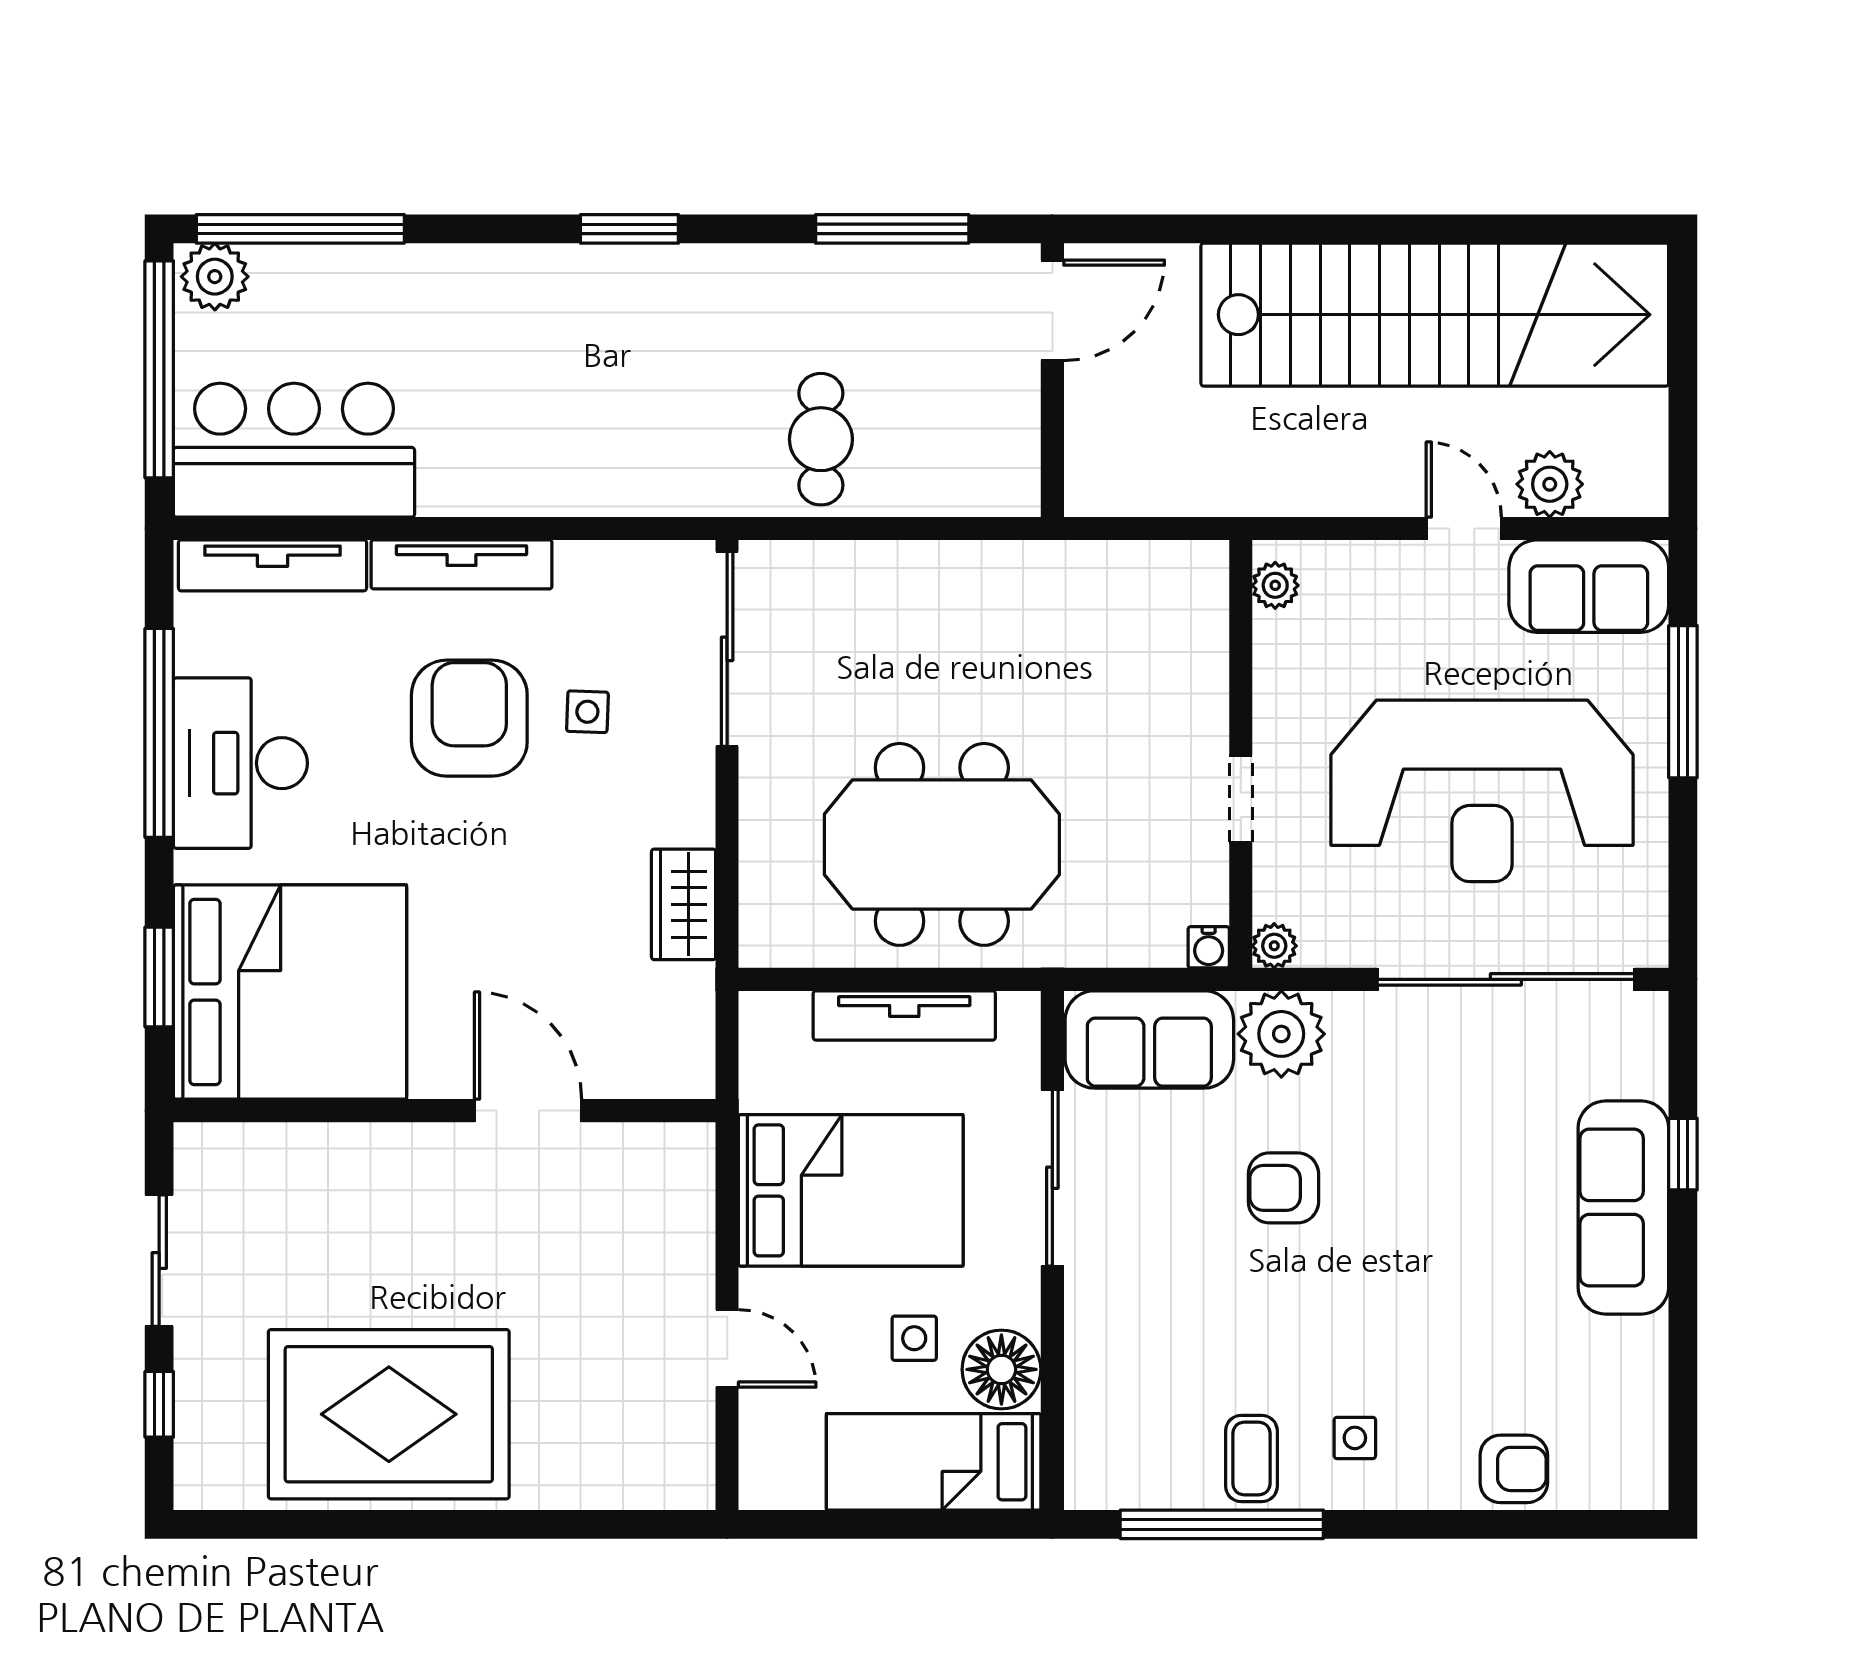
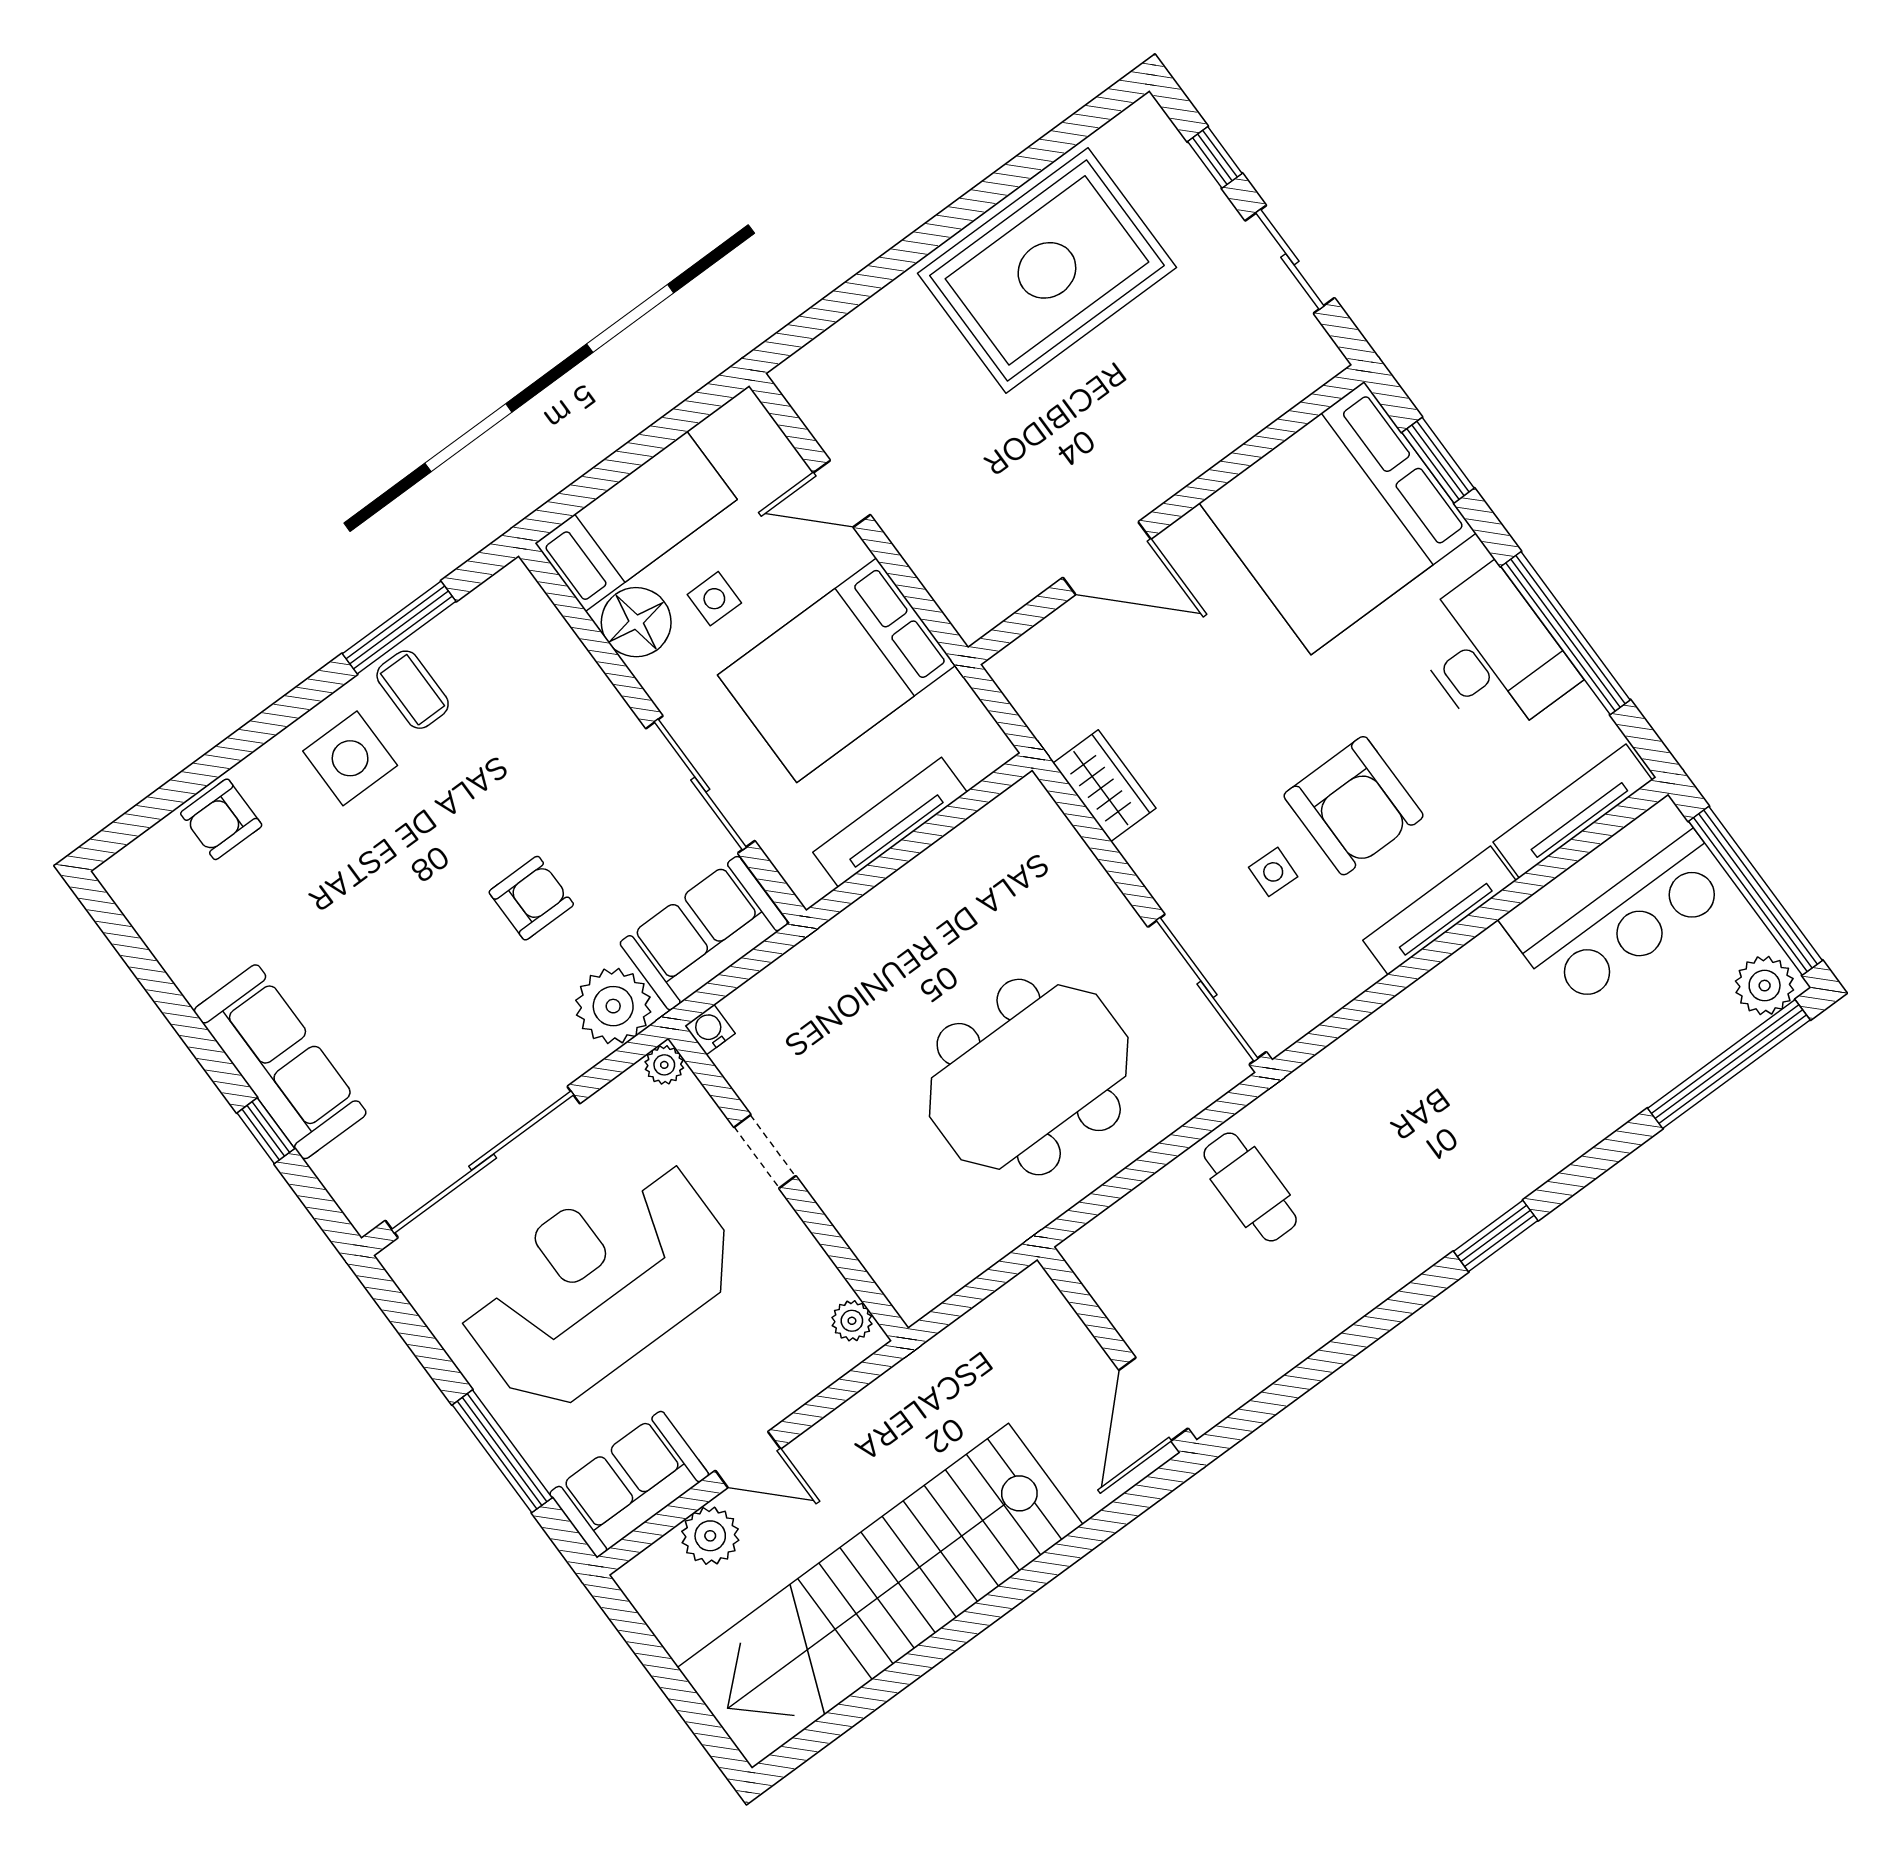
window: (892, 229) -> (1309, 1373), removed
meeting table: (942, 844) -> (1029, 1077), moved
side table: (1355, 1438) -> (350, 758), width x1.87, depth x1.87
window: (1222, 1524) -> (399, 628), width x0.68

